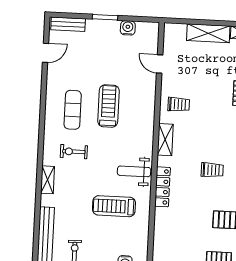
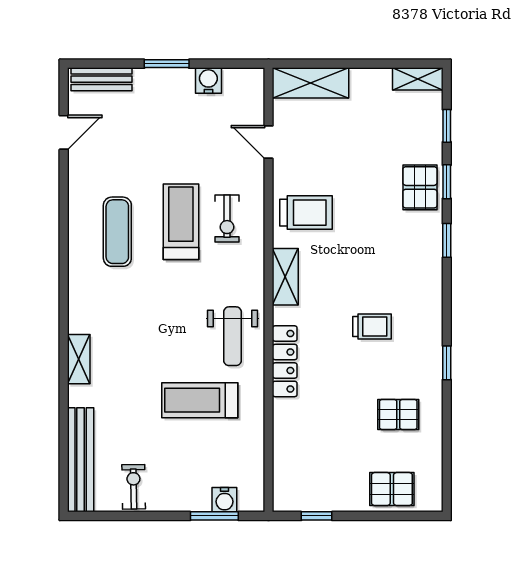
shelving: (208, 33) -> (311, 83), moved
trolley: (179, 104) -> (306, 213), width x1.36, depth x1.39
exercise bike: (74, 152) -> (227, 219), moved, turned -90
weight bench: (134, 171) -> (232, 336), turned -90

